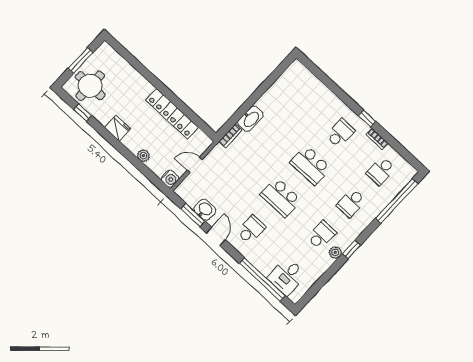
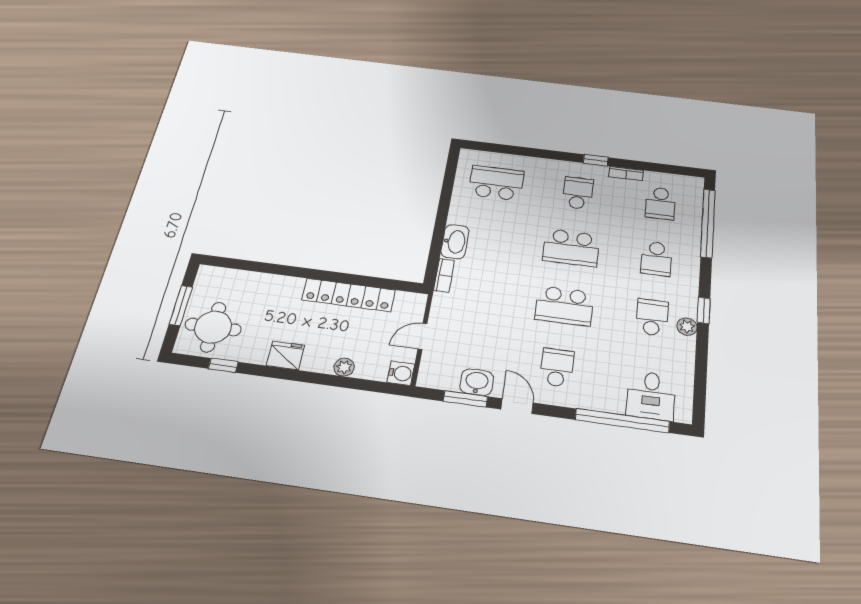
school desk: (300, 96) -> (496, 183), added

